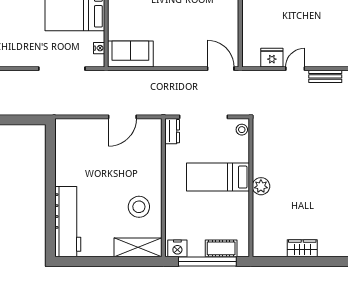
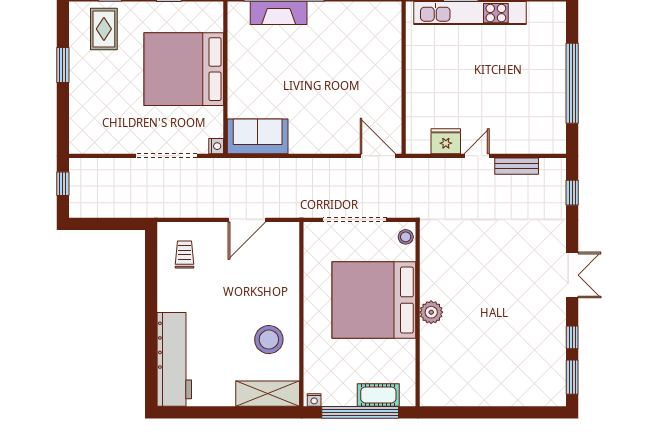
nightstand: (99, 48) -> (216, 146), moved
dresser: (172, 131) -> (313, 239), removed
trolley: (75, 143) -> (185, 255), added
bed: (218, 177) -> (374, 300), width x2.04
nightstand: (177, 248) -> (314, 400), width x0.53, depth x0.56
wardrobe: (302, 248) -> (486, 395), removed

